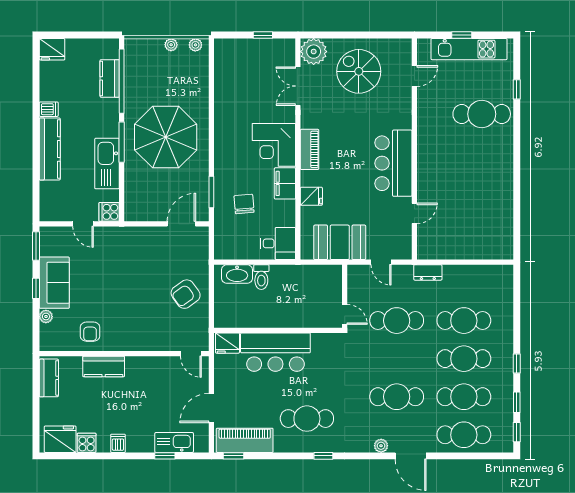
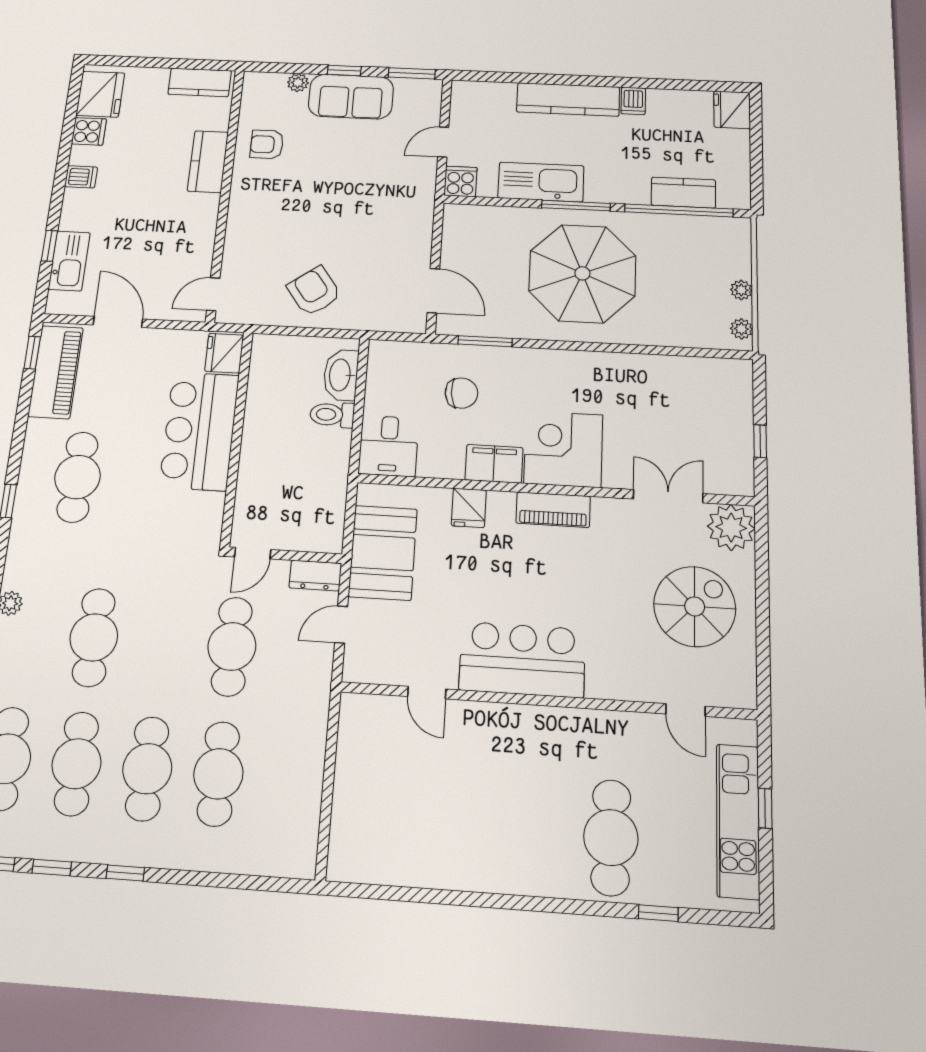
dresser: (428, 272) -> (315, 576), moved, turned -90

